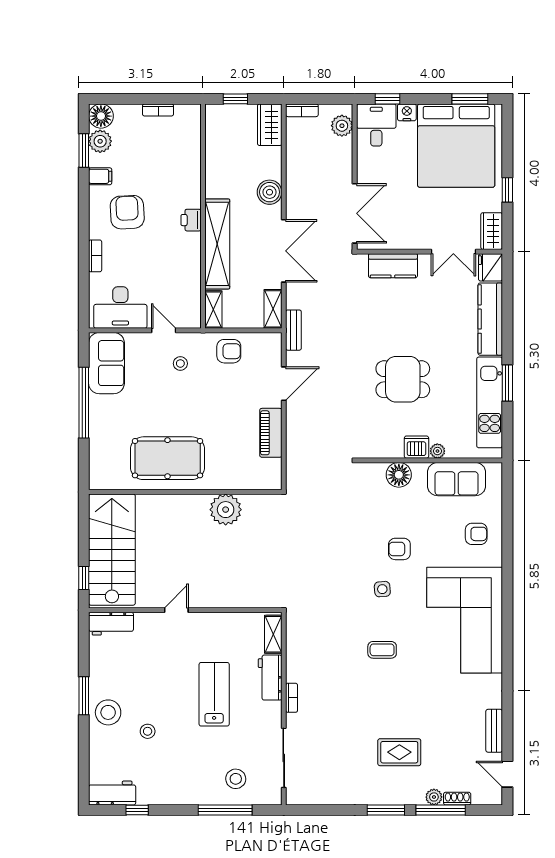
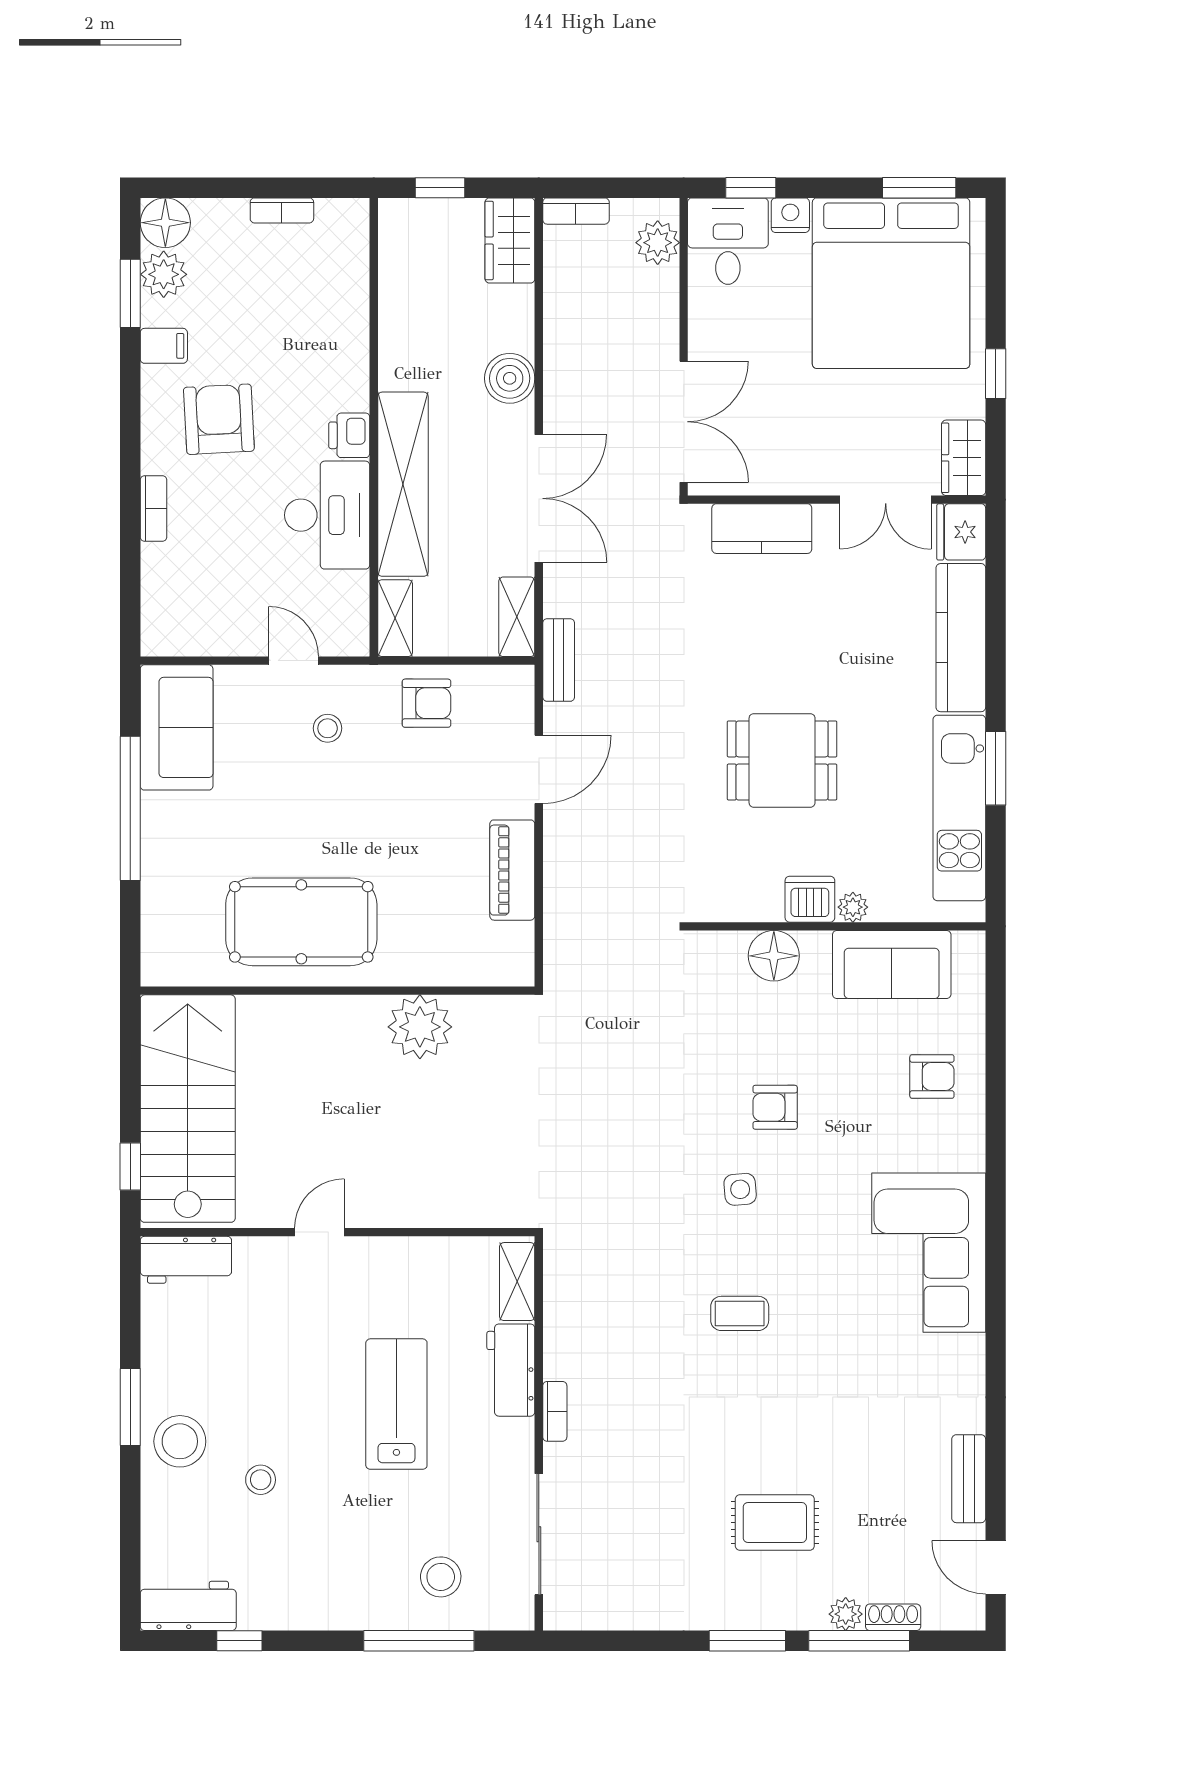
desk: (120, 308) -> (327, 515), moved, turned -90
corner sofa: (465, 620) -> (929, 1253), width x0.73, depth x0.74

